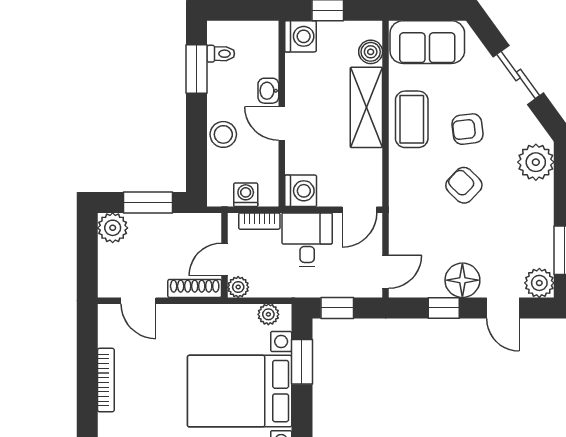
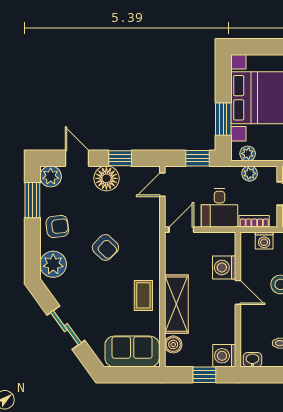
washbasin: (268, 91) -> (252, 360), moved, turned -90
coffee table: (412, 119) -> (143, 295), width x0.73, depth x0.77
armchair: (468, 129) -> (57, 227), moved
washing machine: (301, 191) -> (224, 267), moved
plant: (238, 287) -> (250, 173), moved

